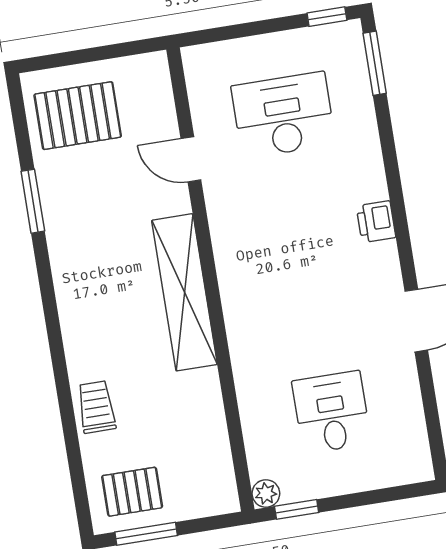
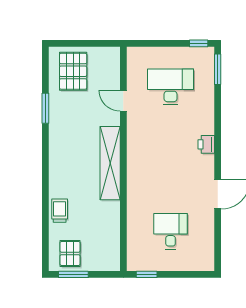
pallet: (78, 116) -> (73, 71), turned 90
pallet: (132, 492) -> (70, 253), turned 90
plant: (266, 494) -> (133, 265), removed

